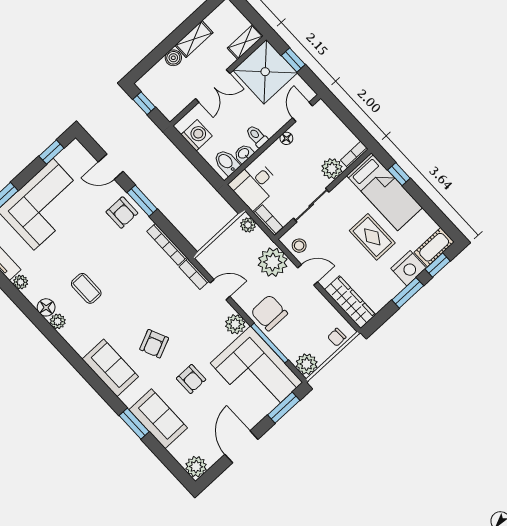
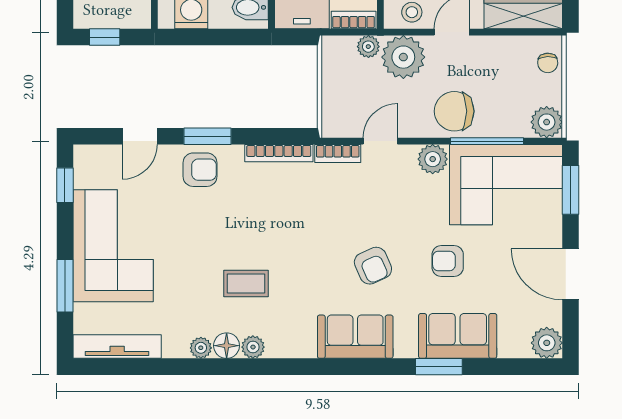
plant: (248, 225) -> (368, 47), moved
plant: (21, 282) -> (201, 348), moved
armchair: (191, 379) -> (448, 261), turned 180

